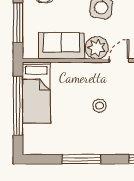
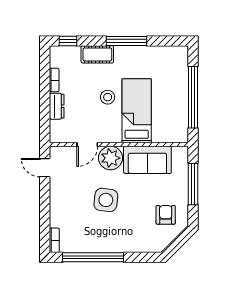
bed: (36, 93) -> (137, 111), moved
cot: (109, 146) -> (97, 54), added

